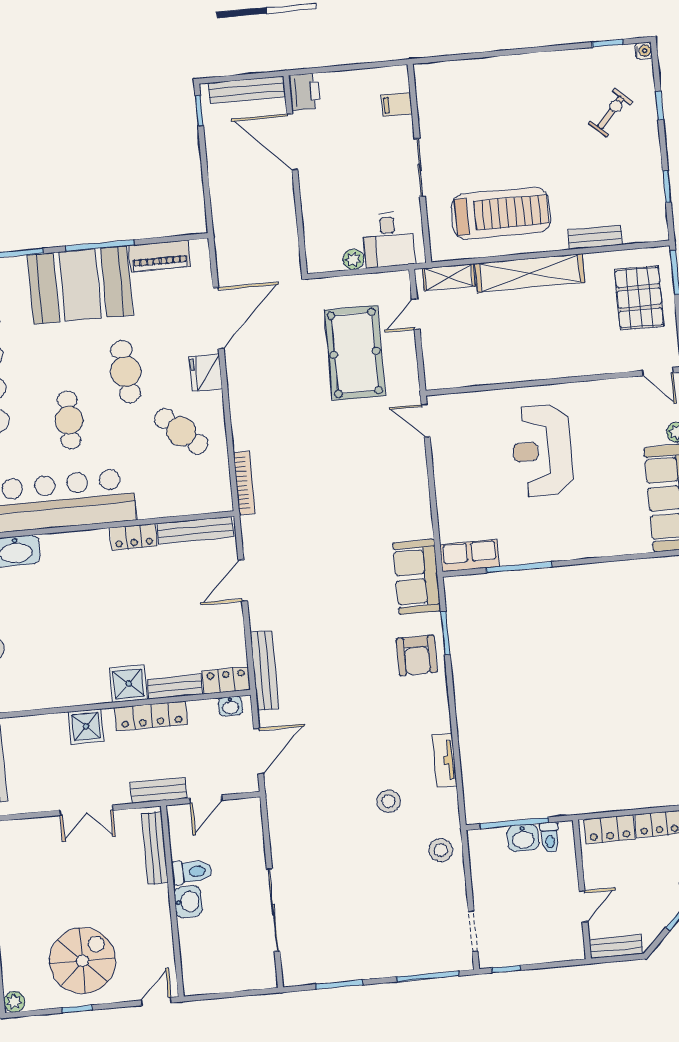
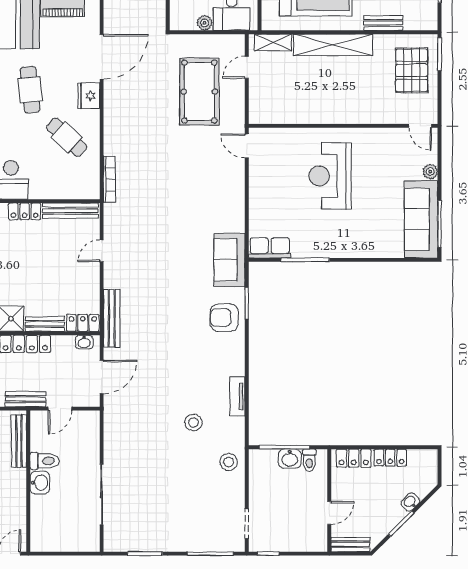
door: (243, 580) -> (102, 251), width x0.73
armchair: (417, 655) -> (224, 318), turned 90

